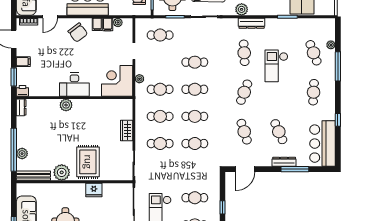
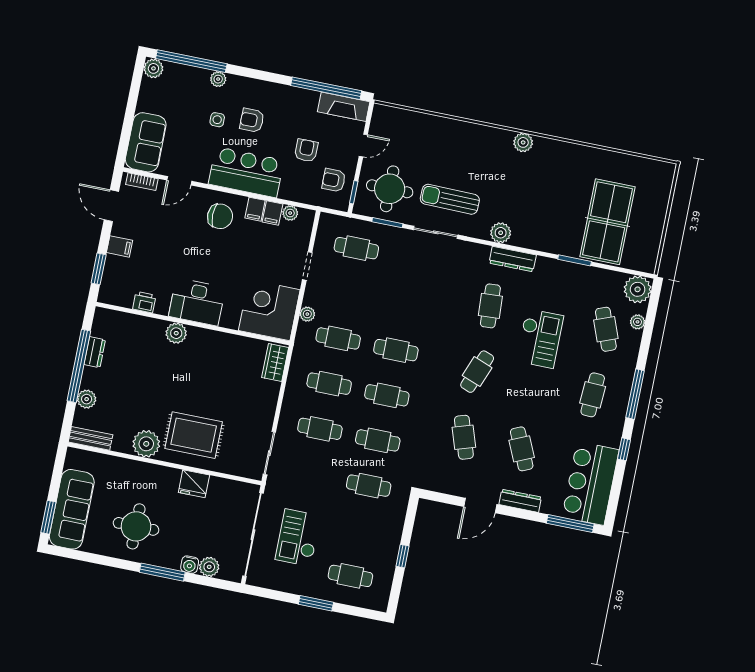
plant: (327, 26) -> (638, 289), added
chair: (78, 33) -> (220, 216), turned -53
cafe table: (195, 62) -> (405, 305), removed
checkout: (276, 66) -> (540, 338), turned 180
window: (338, 66) -> (635, 394), moved
printer: (22, 91) -> (144, 302), moved
dresser: (21, 107) -> (95, 352), moved
wardrobe: (127, 130) -> (275, 363), moved
window: (14, 150) -> (79, 366), moved
rug: (88, 162) -> (194, 435), turned 90
door: (245, 169) -> (480, 505), moved
window: (295, 169) -> (570, 524), moved
bench: (33, 176) -> (91, 438), width x0.73
cafe table: (195, 198) -> (369, 486), moved

